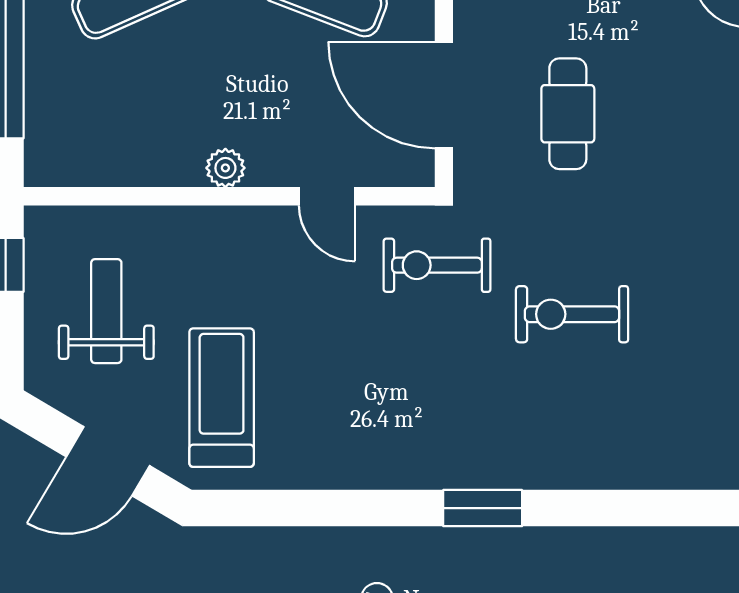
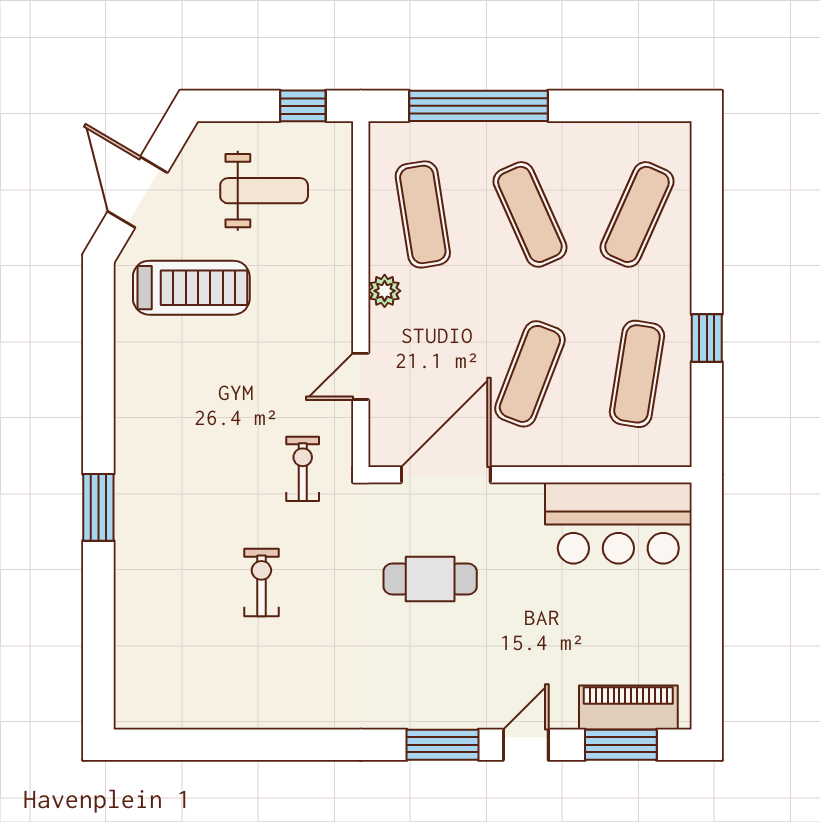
exercise mat: (134, 122) -> (423, 214), added
exercise bike: (437, 265) -> (303, 469), width x0.73, depth x0.72
exercise bike: (572, 314) -> (261, 583), width x0.73, depth x0.72

